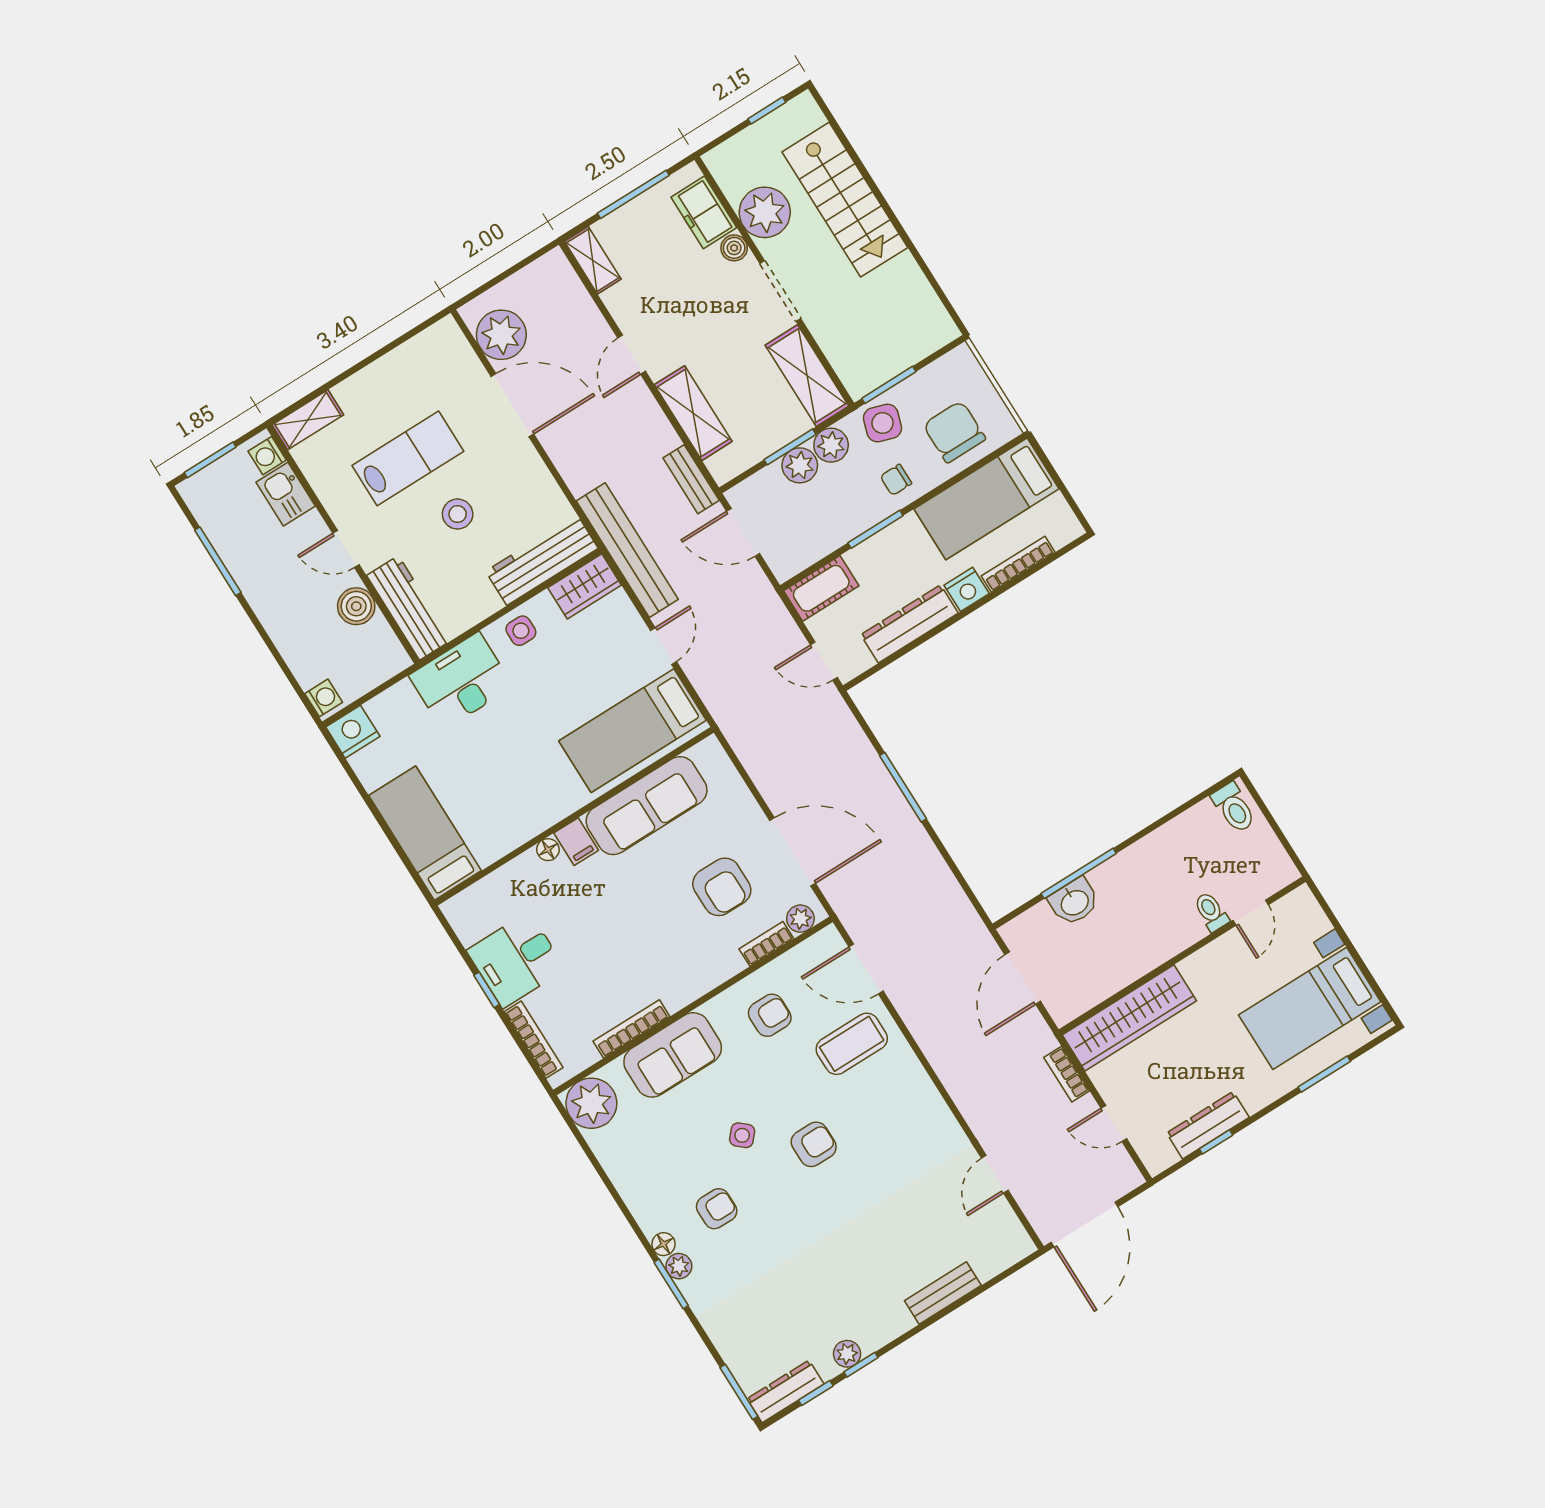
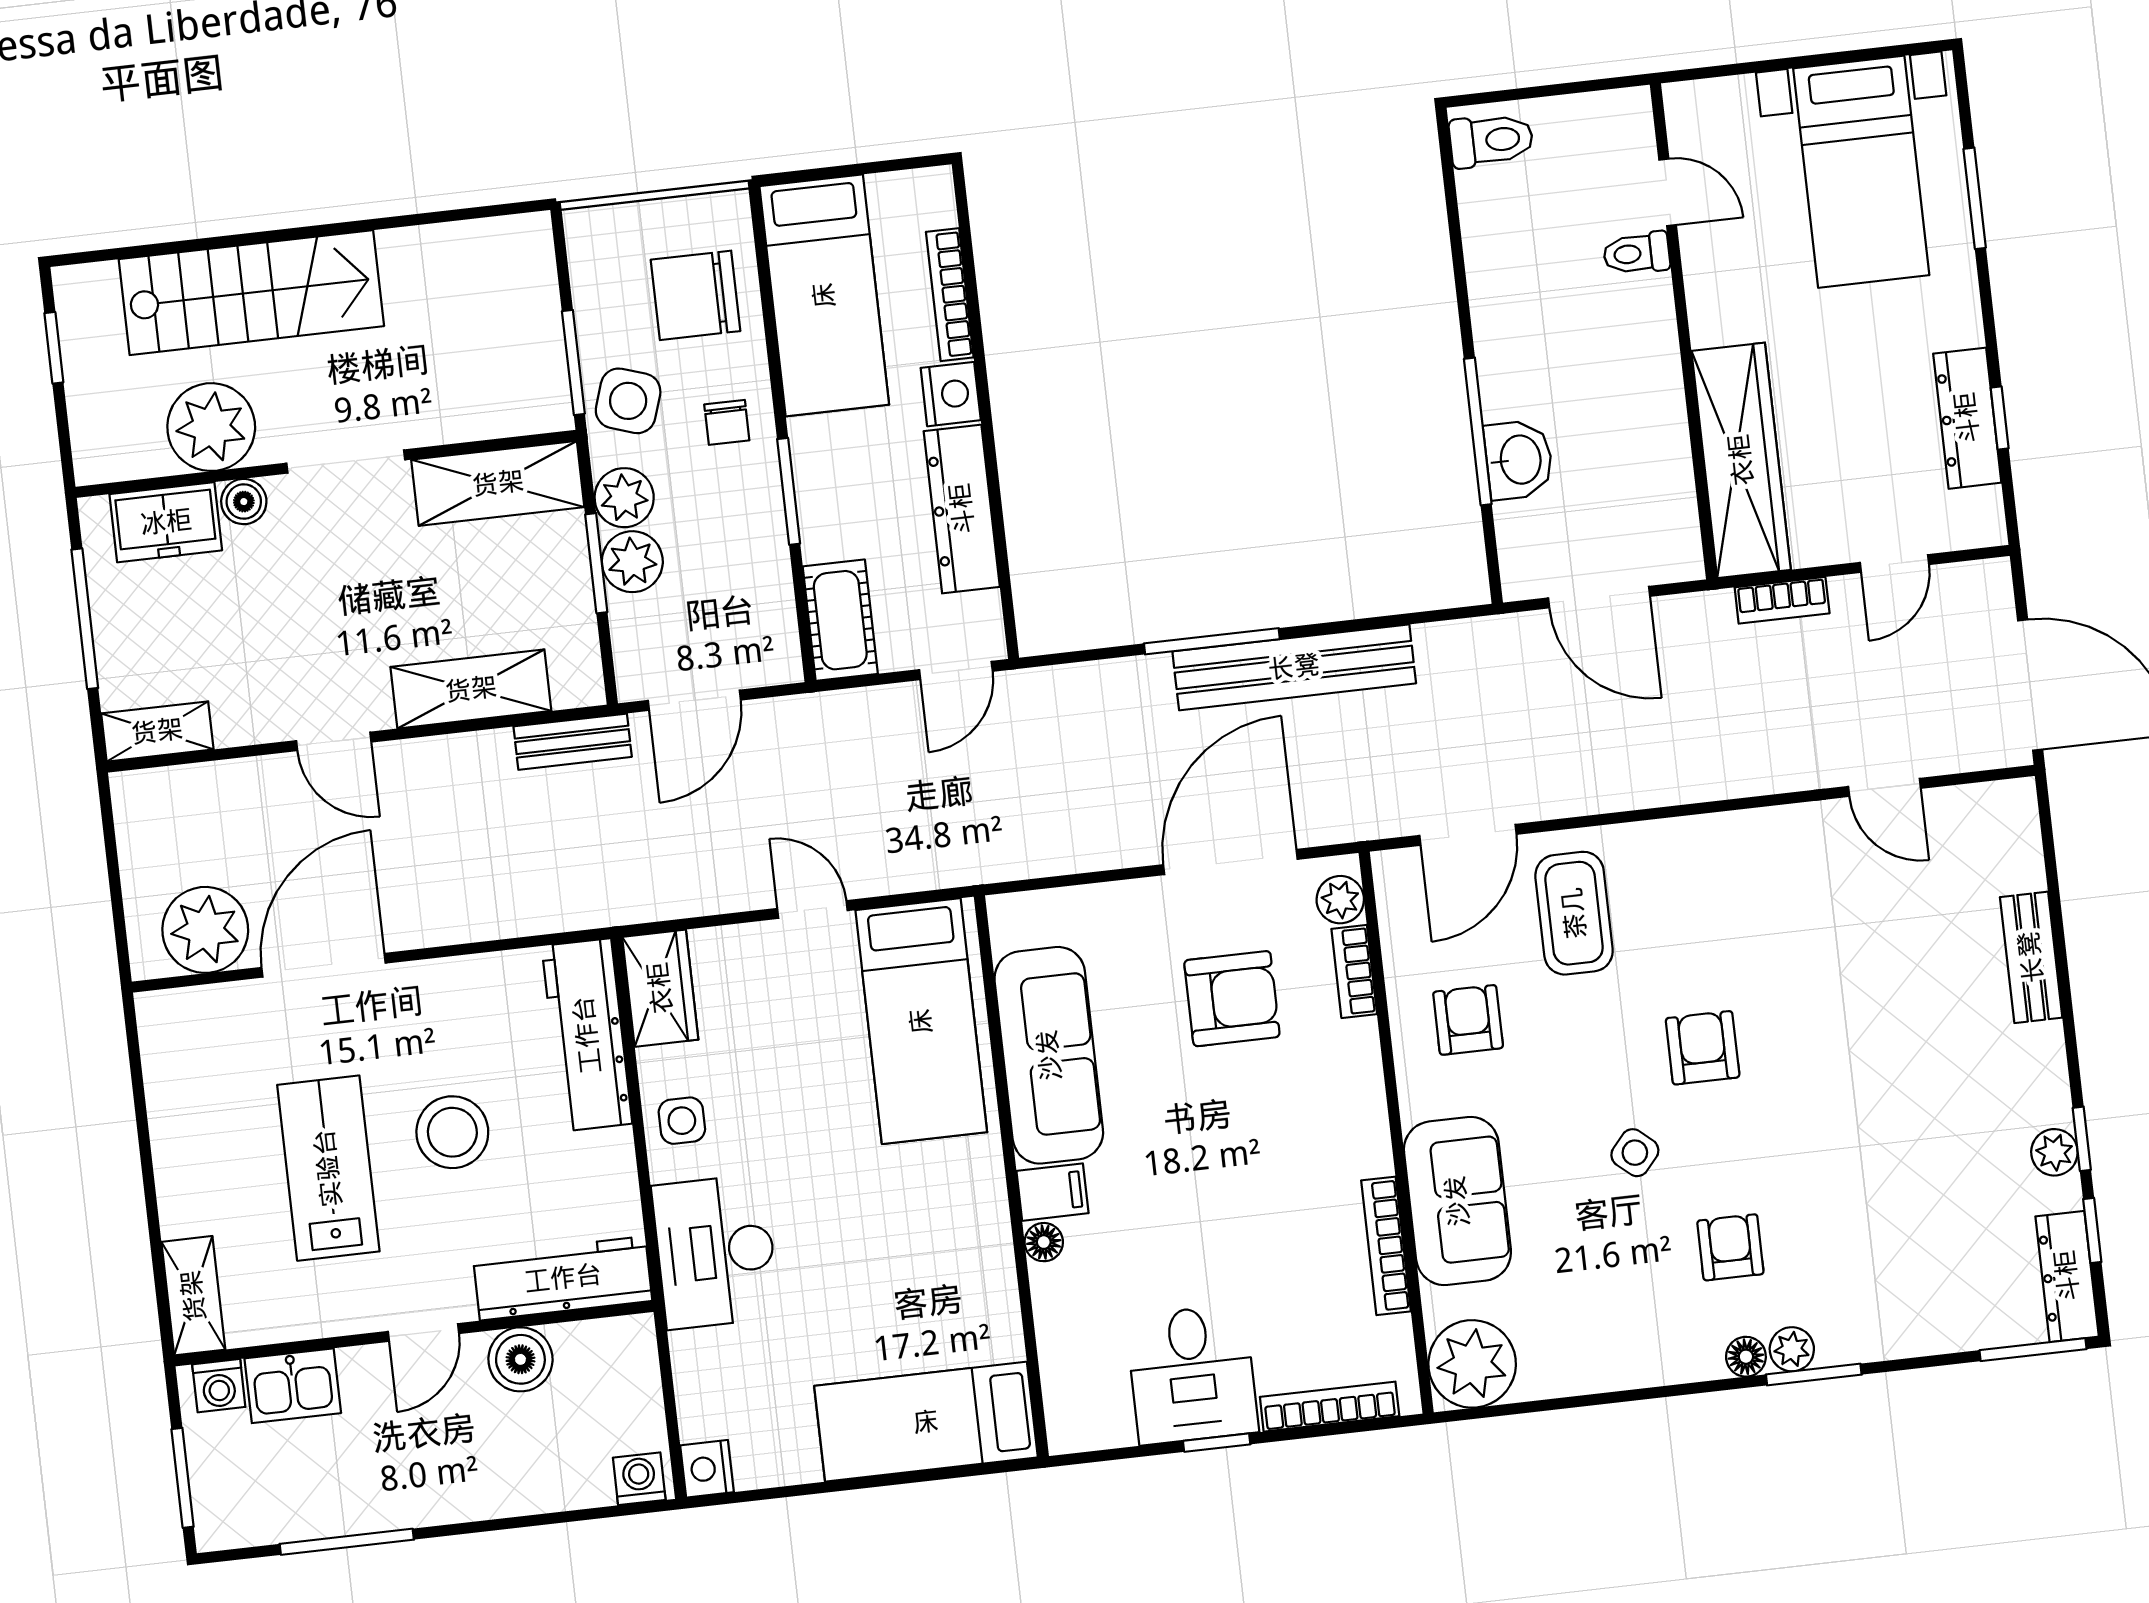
stool: (458, 514) -> (452, 1132), width x1.38, depth x1.38
bench: (627, 550) -> (1294, 667), moved
nightstand: (353, 732) -> (707, 1469), width x0.74, depth x0.75

